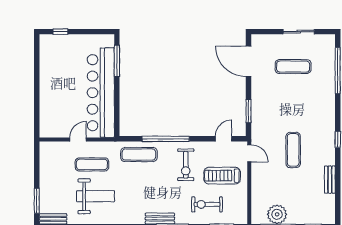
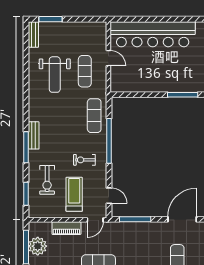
bar counter: (101, 93) -> (153, 34), moved, turned 180
window: (249, 111) -> (135, 219), width x1.44
exercise bike: (186, 165) -> (84, 160), width x0.73, depth x0.72
piano: (258, 184) -> (66, 228), added
exercise bike: (207, 204) -> (47, 180), turned 180

